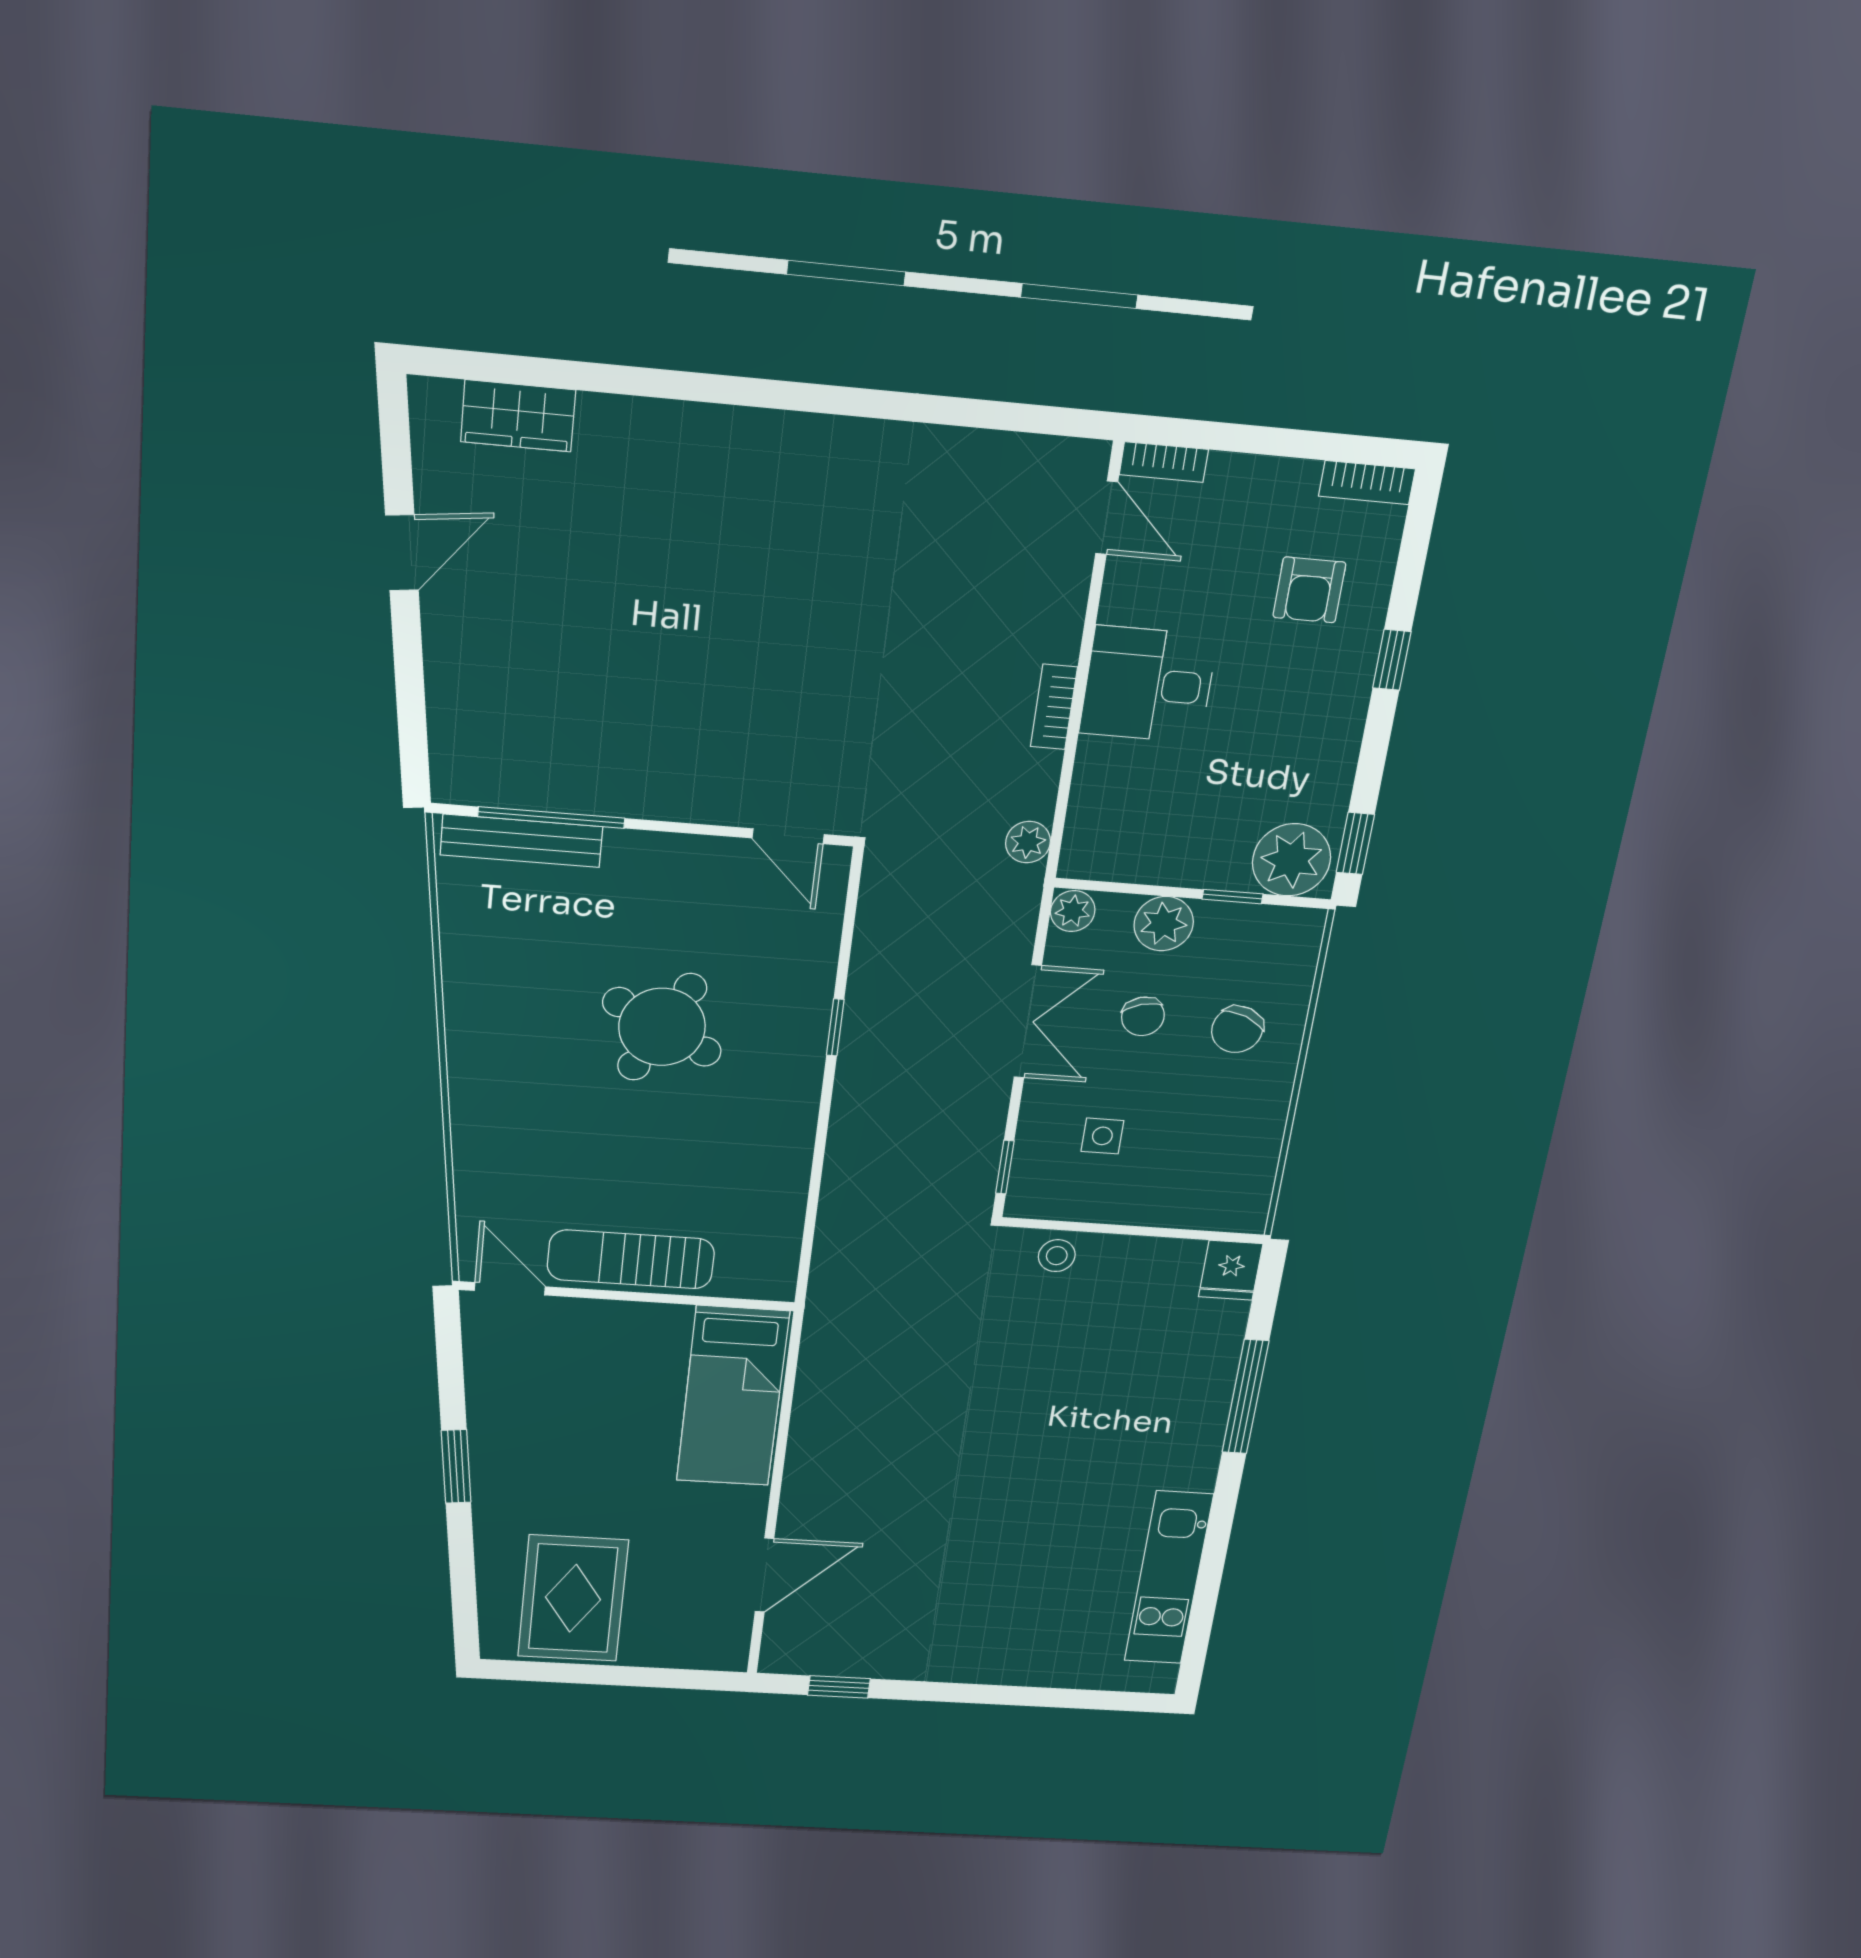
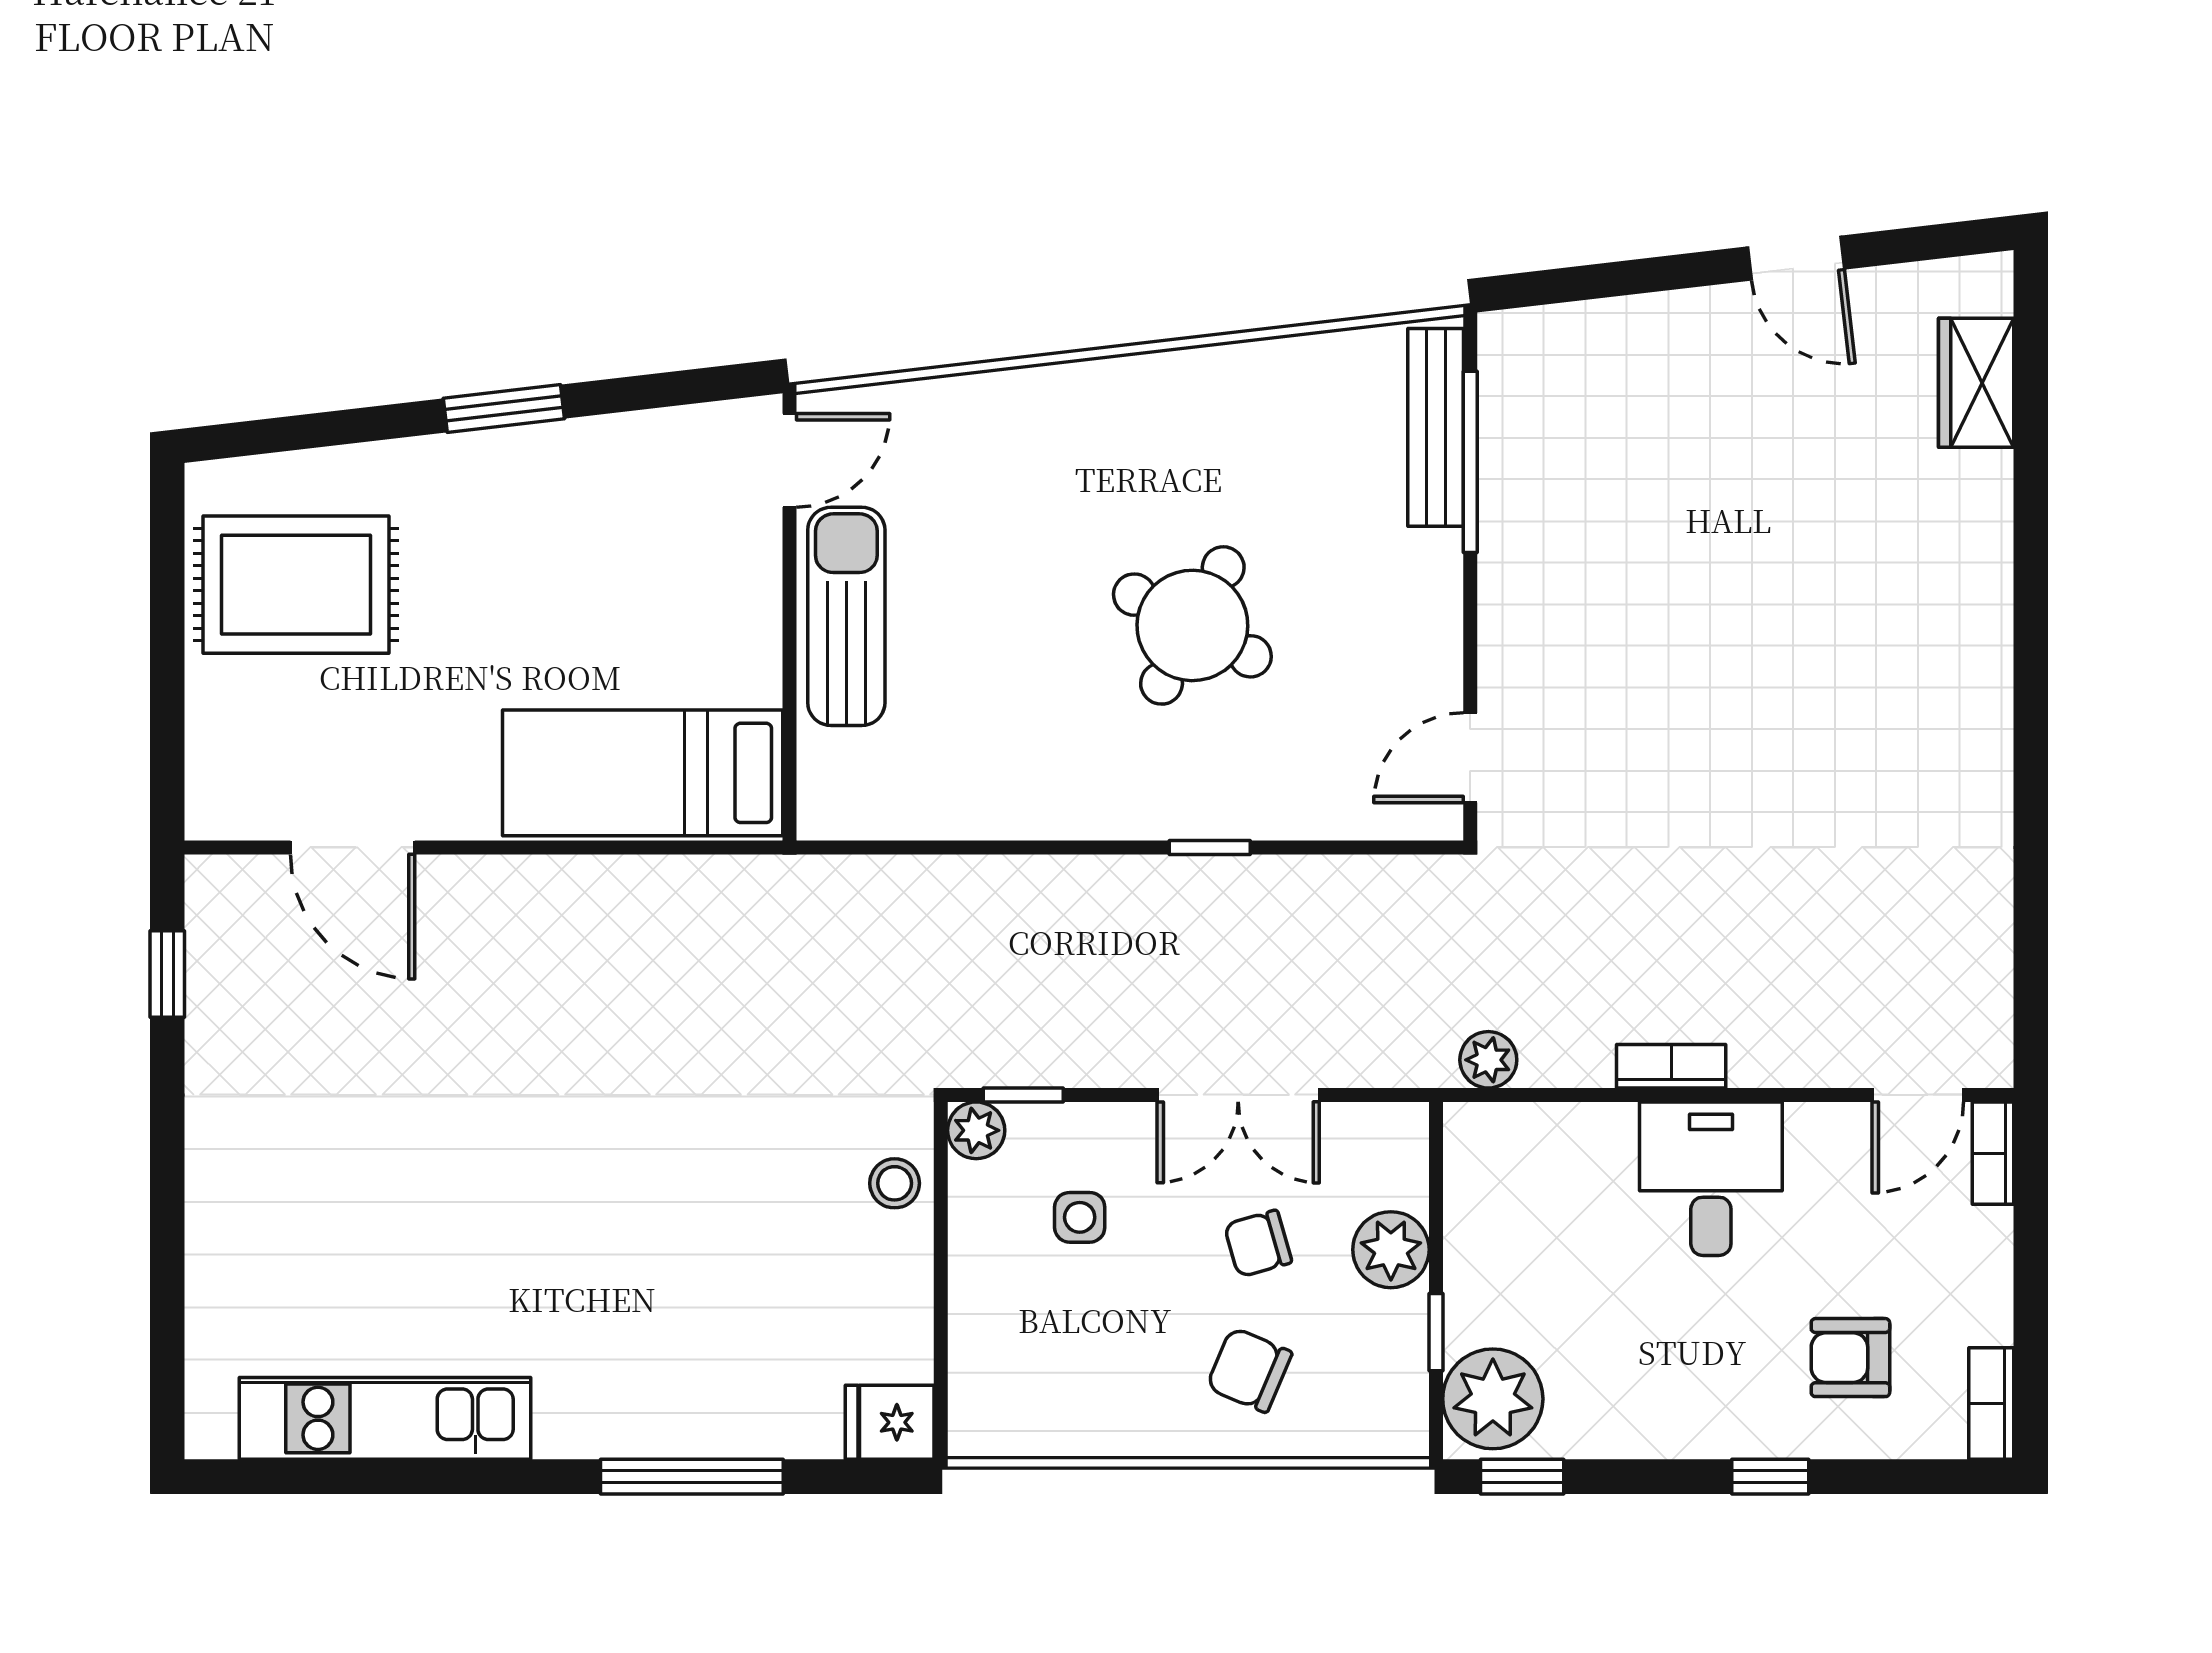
plant: (1073, 911) -> (976, 1130), moved

